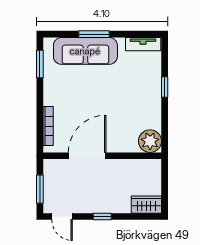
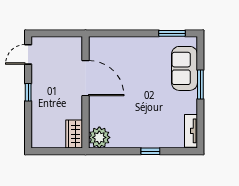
sofa: (85, 51) -> (184, 68), width x0.73
bookcase: (48, 126) -> (114, 41), removed
window: (40, 189) -> (54, 33), removed
wardrobe: (146, 205) -> (74, 134), moved, turned 180

